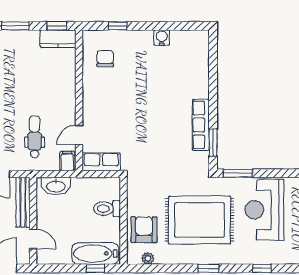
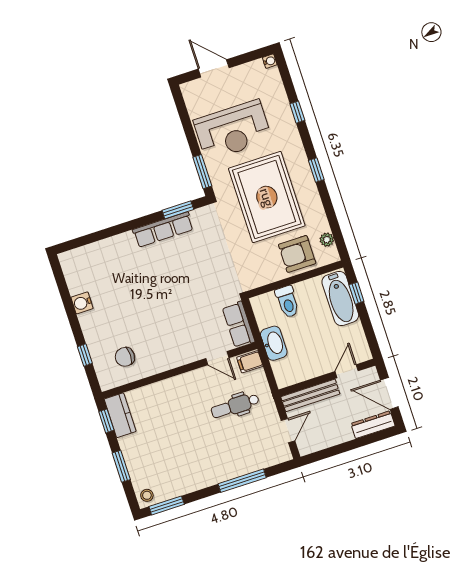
washbasin: (56, 186) -> (274, 343), moved

